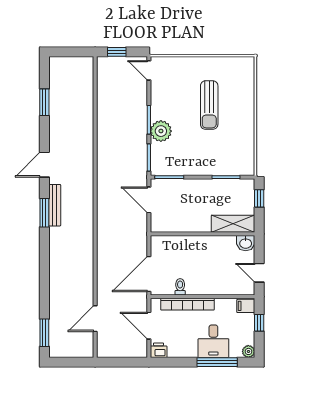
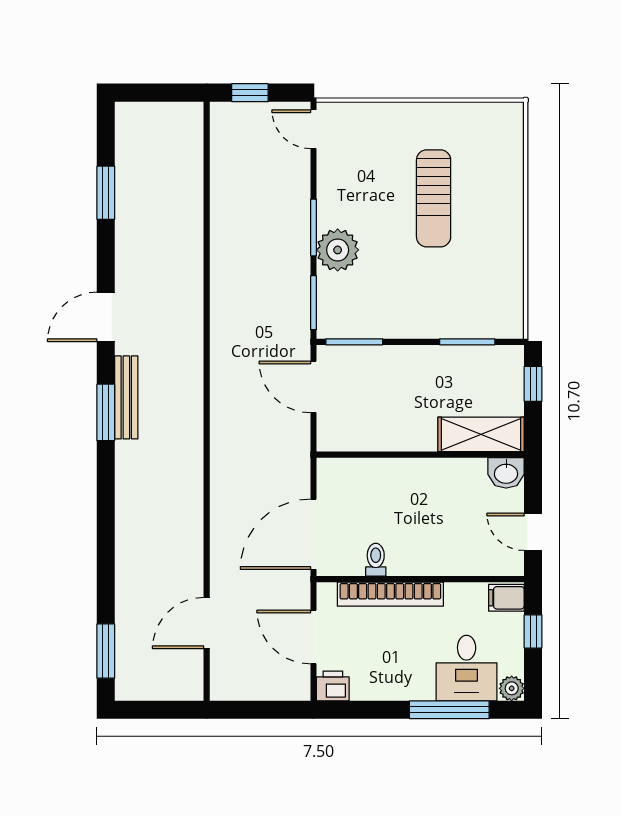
desk: (213, 341) -> (467, 668), moved

